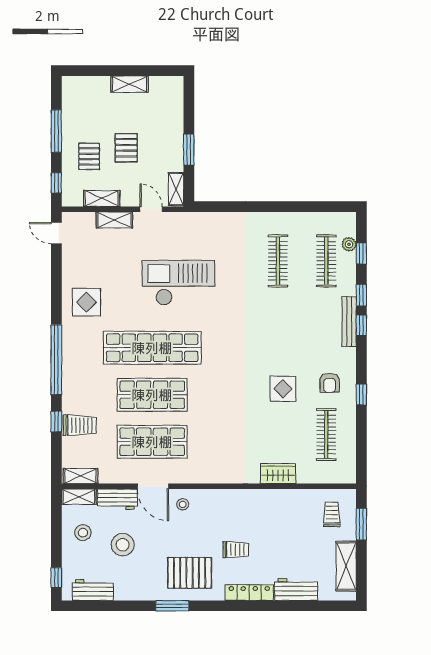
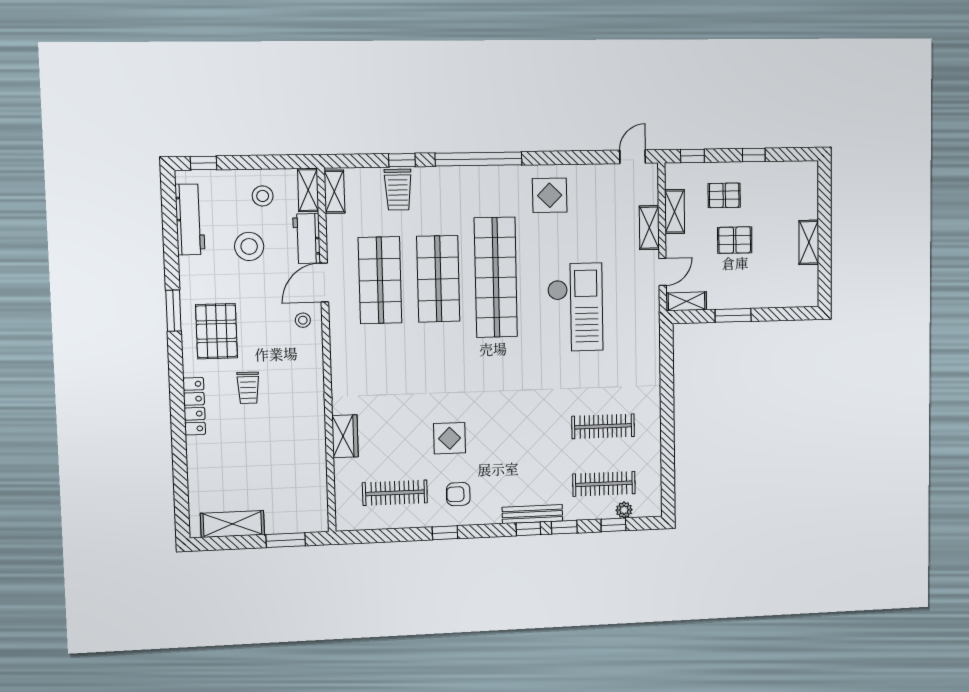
window: (56, 131) -> (754, 155), width x0.46
trolley: (332, 514) -> (297, 504), removed
workbench: (296, 589) -> (201, 464), removed
workbench: (93, 590) -> (190, 220), width x1.38

